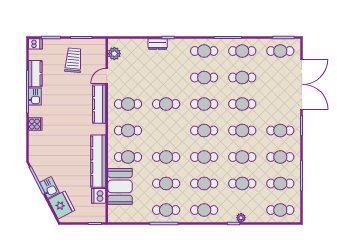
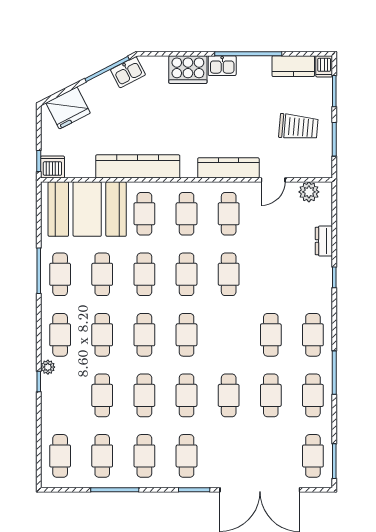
dresser: (158, 44) -> (324, 241), moved
kitchen counter: (35, 74) -> (293, 66), moved
door: (107, 76) -> (273, 180), swing flipped
kitchen sink: (35, 96) -> (222, 66), moved
cafe table: (204, 104) -> (187, 274), moved
cooker: (35, 124) -> (188, 70), width x1.87, depth x1.31
booth: (120, 186) -> (87, 209), width x1.36, depth x1.42
kitchen sink: (49, 187) -> (128, 72), moved
dishwasher: (99, 196) -> (52, 167), moved
plant: (241, 218) -> (48, 367), moved

